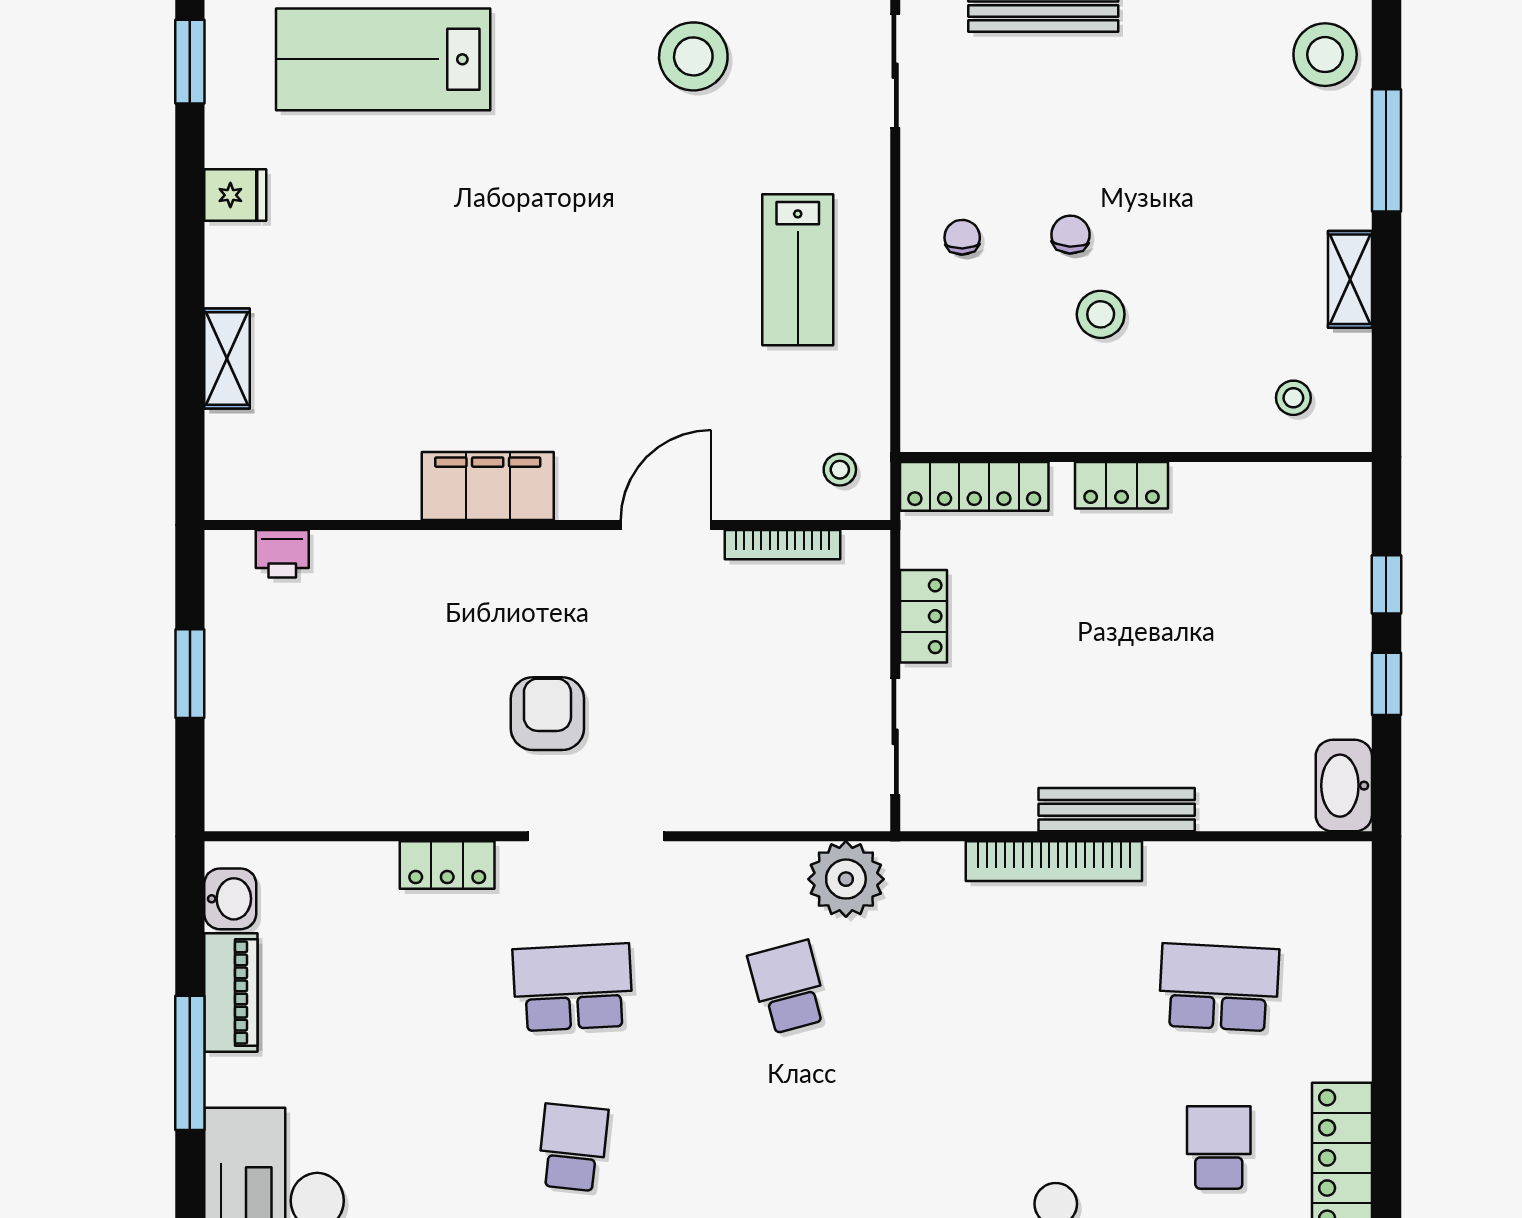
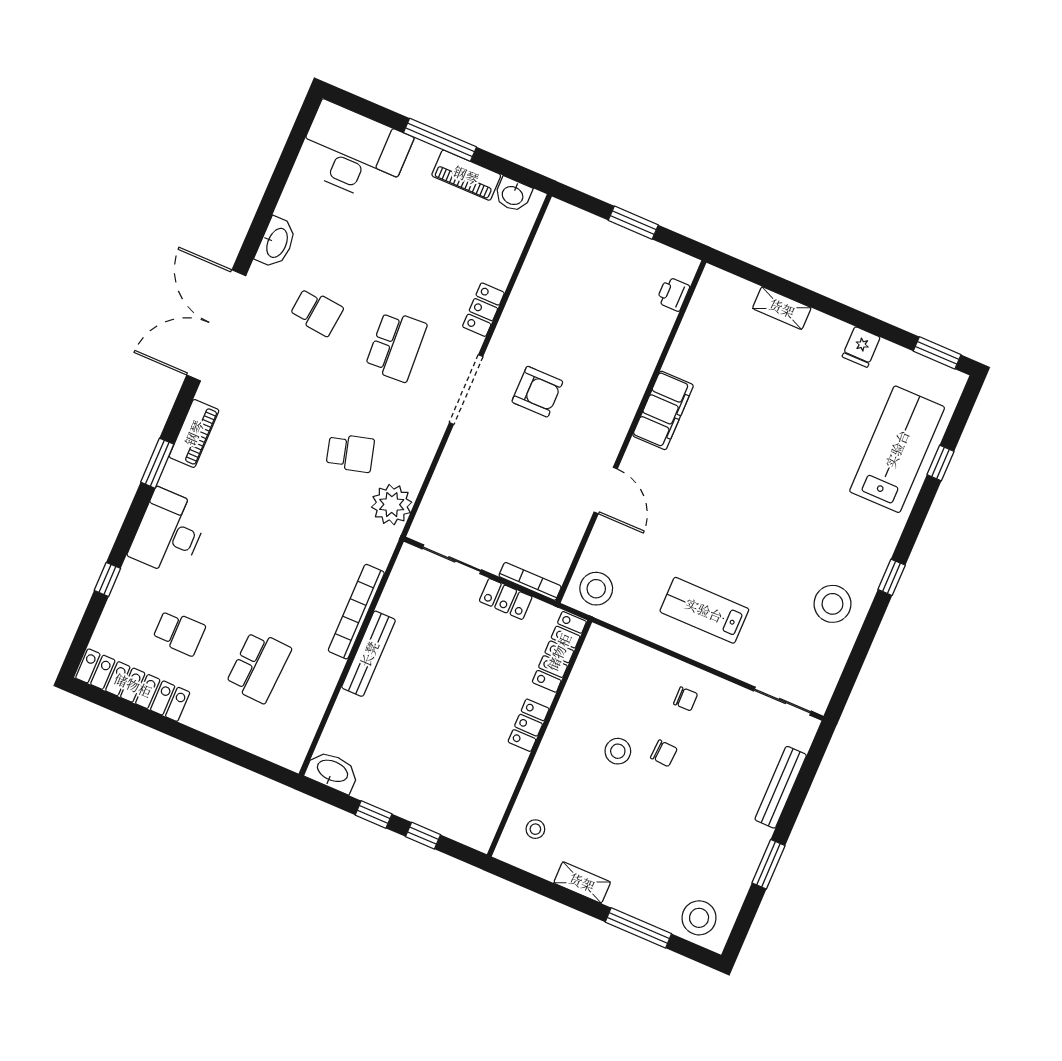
stool: (840, 470) -> (596, 589), width x1.89, depth x1.89
bookcase: (782, 545) -> (530, 581), moved, turned 90

